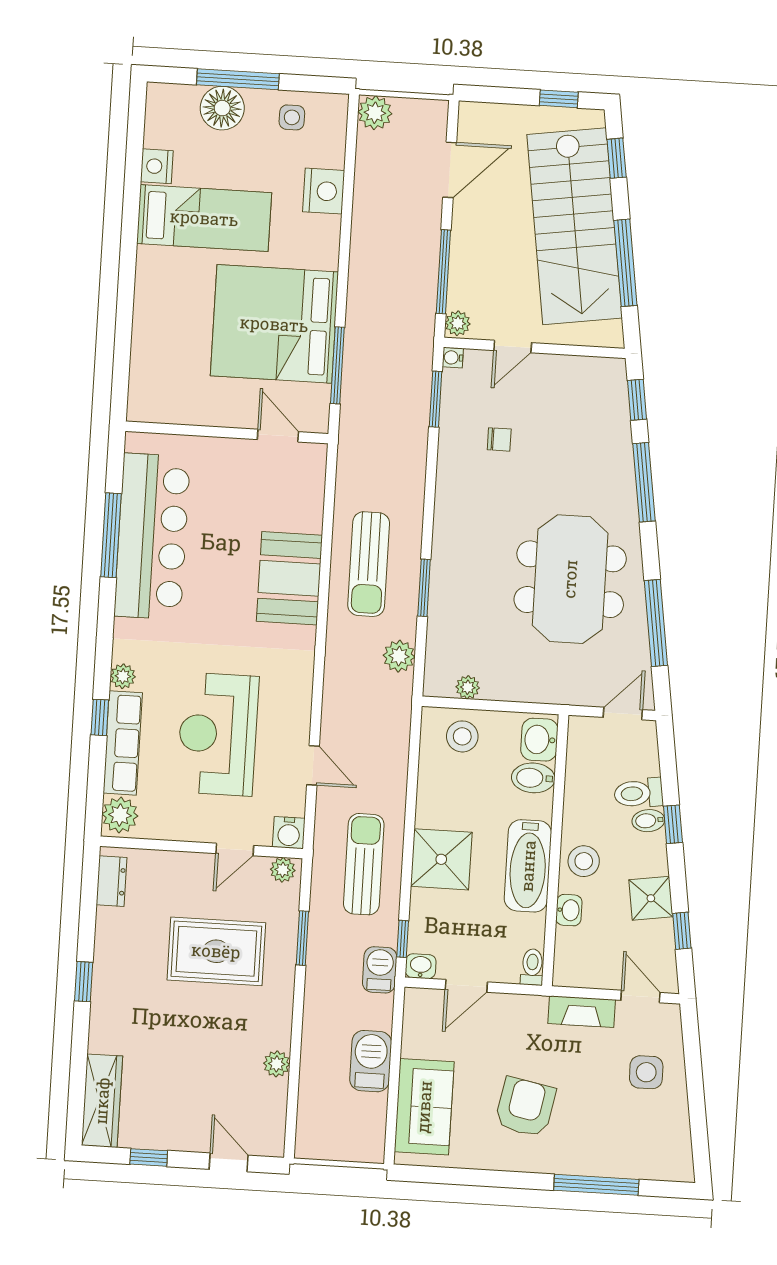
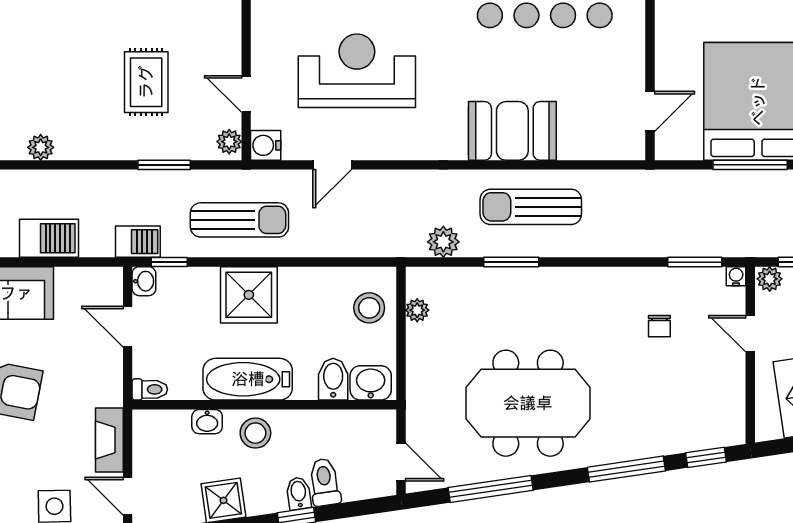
window: (337, 365) -> (750, 165), moved
rug: (216, 951) -> (146, 82), width x0.73, depth x0.70
door: (640, 996) -> (128, 496), swing flipped

